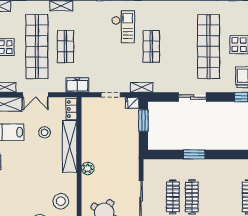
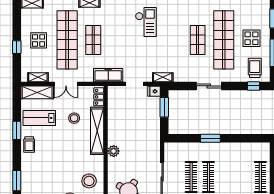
shop shelf: (151, 47) -> (198, 40), moved
freezer: (77, 85) -> (108, 75), width x1.40

